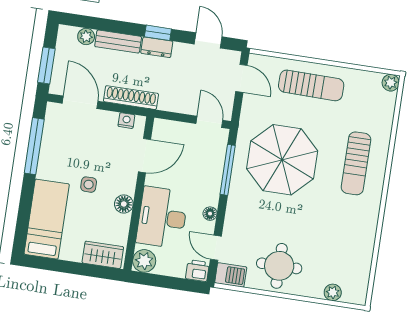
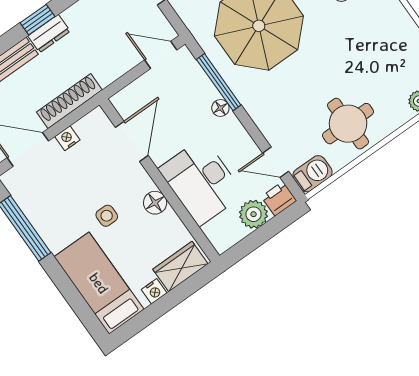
nightstand: (126, 121) -> (67, 138), moved
floor lamp: (210, 214) -> (220, 108), moved
nightstand: (74, 255) -> (154, 291), added
plant: (144, 261) -> (253, 214), moved

